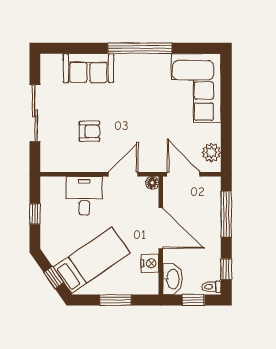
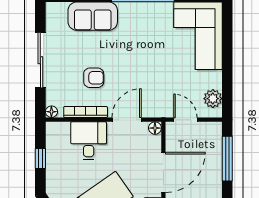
floor lamp: (46, 166) -> (51, 112), added
bookcase: (81, 166) -> (86, 112), added
door: (183, 174) -> (185, 120), width x0.73
door: (161, 228) -> (163, 172), hinge flipped

